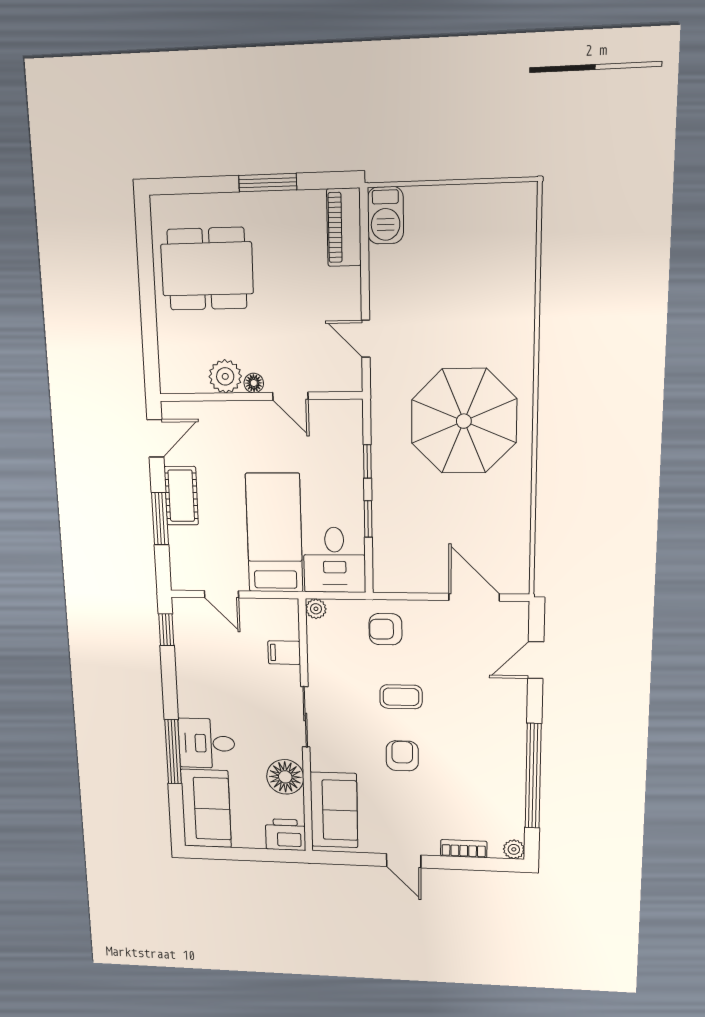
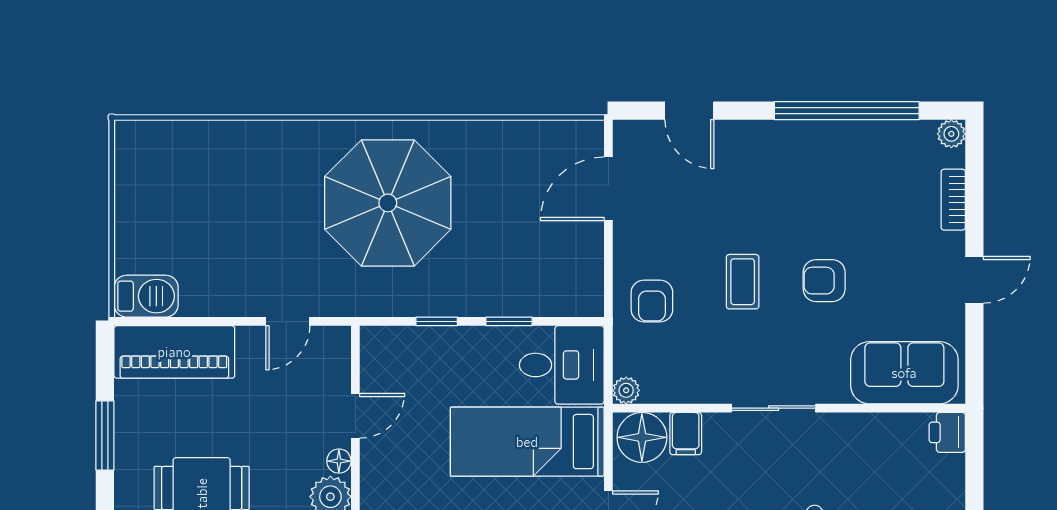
piano: (344, 227) -> (174, 352), width x1.37, depth x1.33
floor lamp: (285, 777) -> (642, 437), moved
printer: (286, 835) -> (947, 432), width x0.73, depth x0.81

